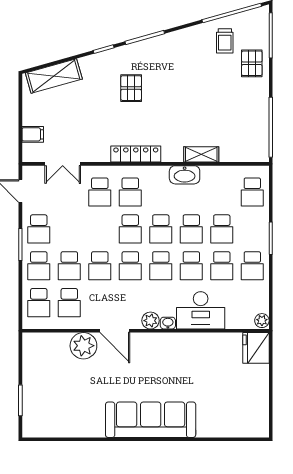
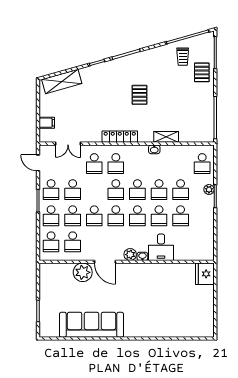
pallet: (131, 88) -> (140, 95), moved
washbasin: (185, 175) -> (154, 149), width x0.52, depth x0.69
school desk: (252, 266) -> (73, 190), moved
desk: (201, 310) -> (161, 247), width x0.73
plant: (262, 321) -> (209, 189), moved
sofa: (151, 420) -> (92, 325), moved

